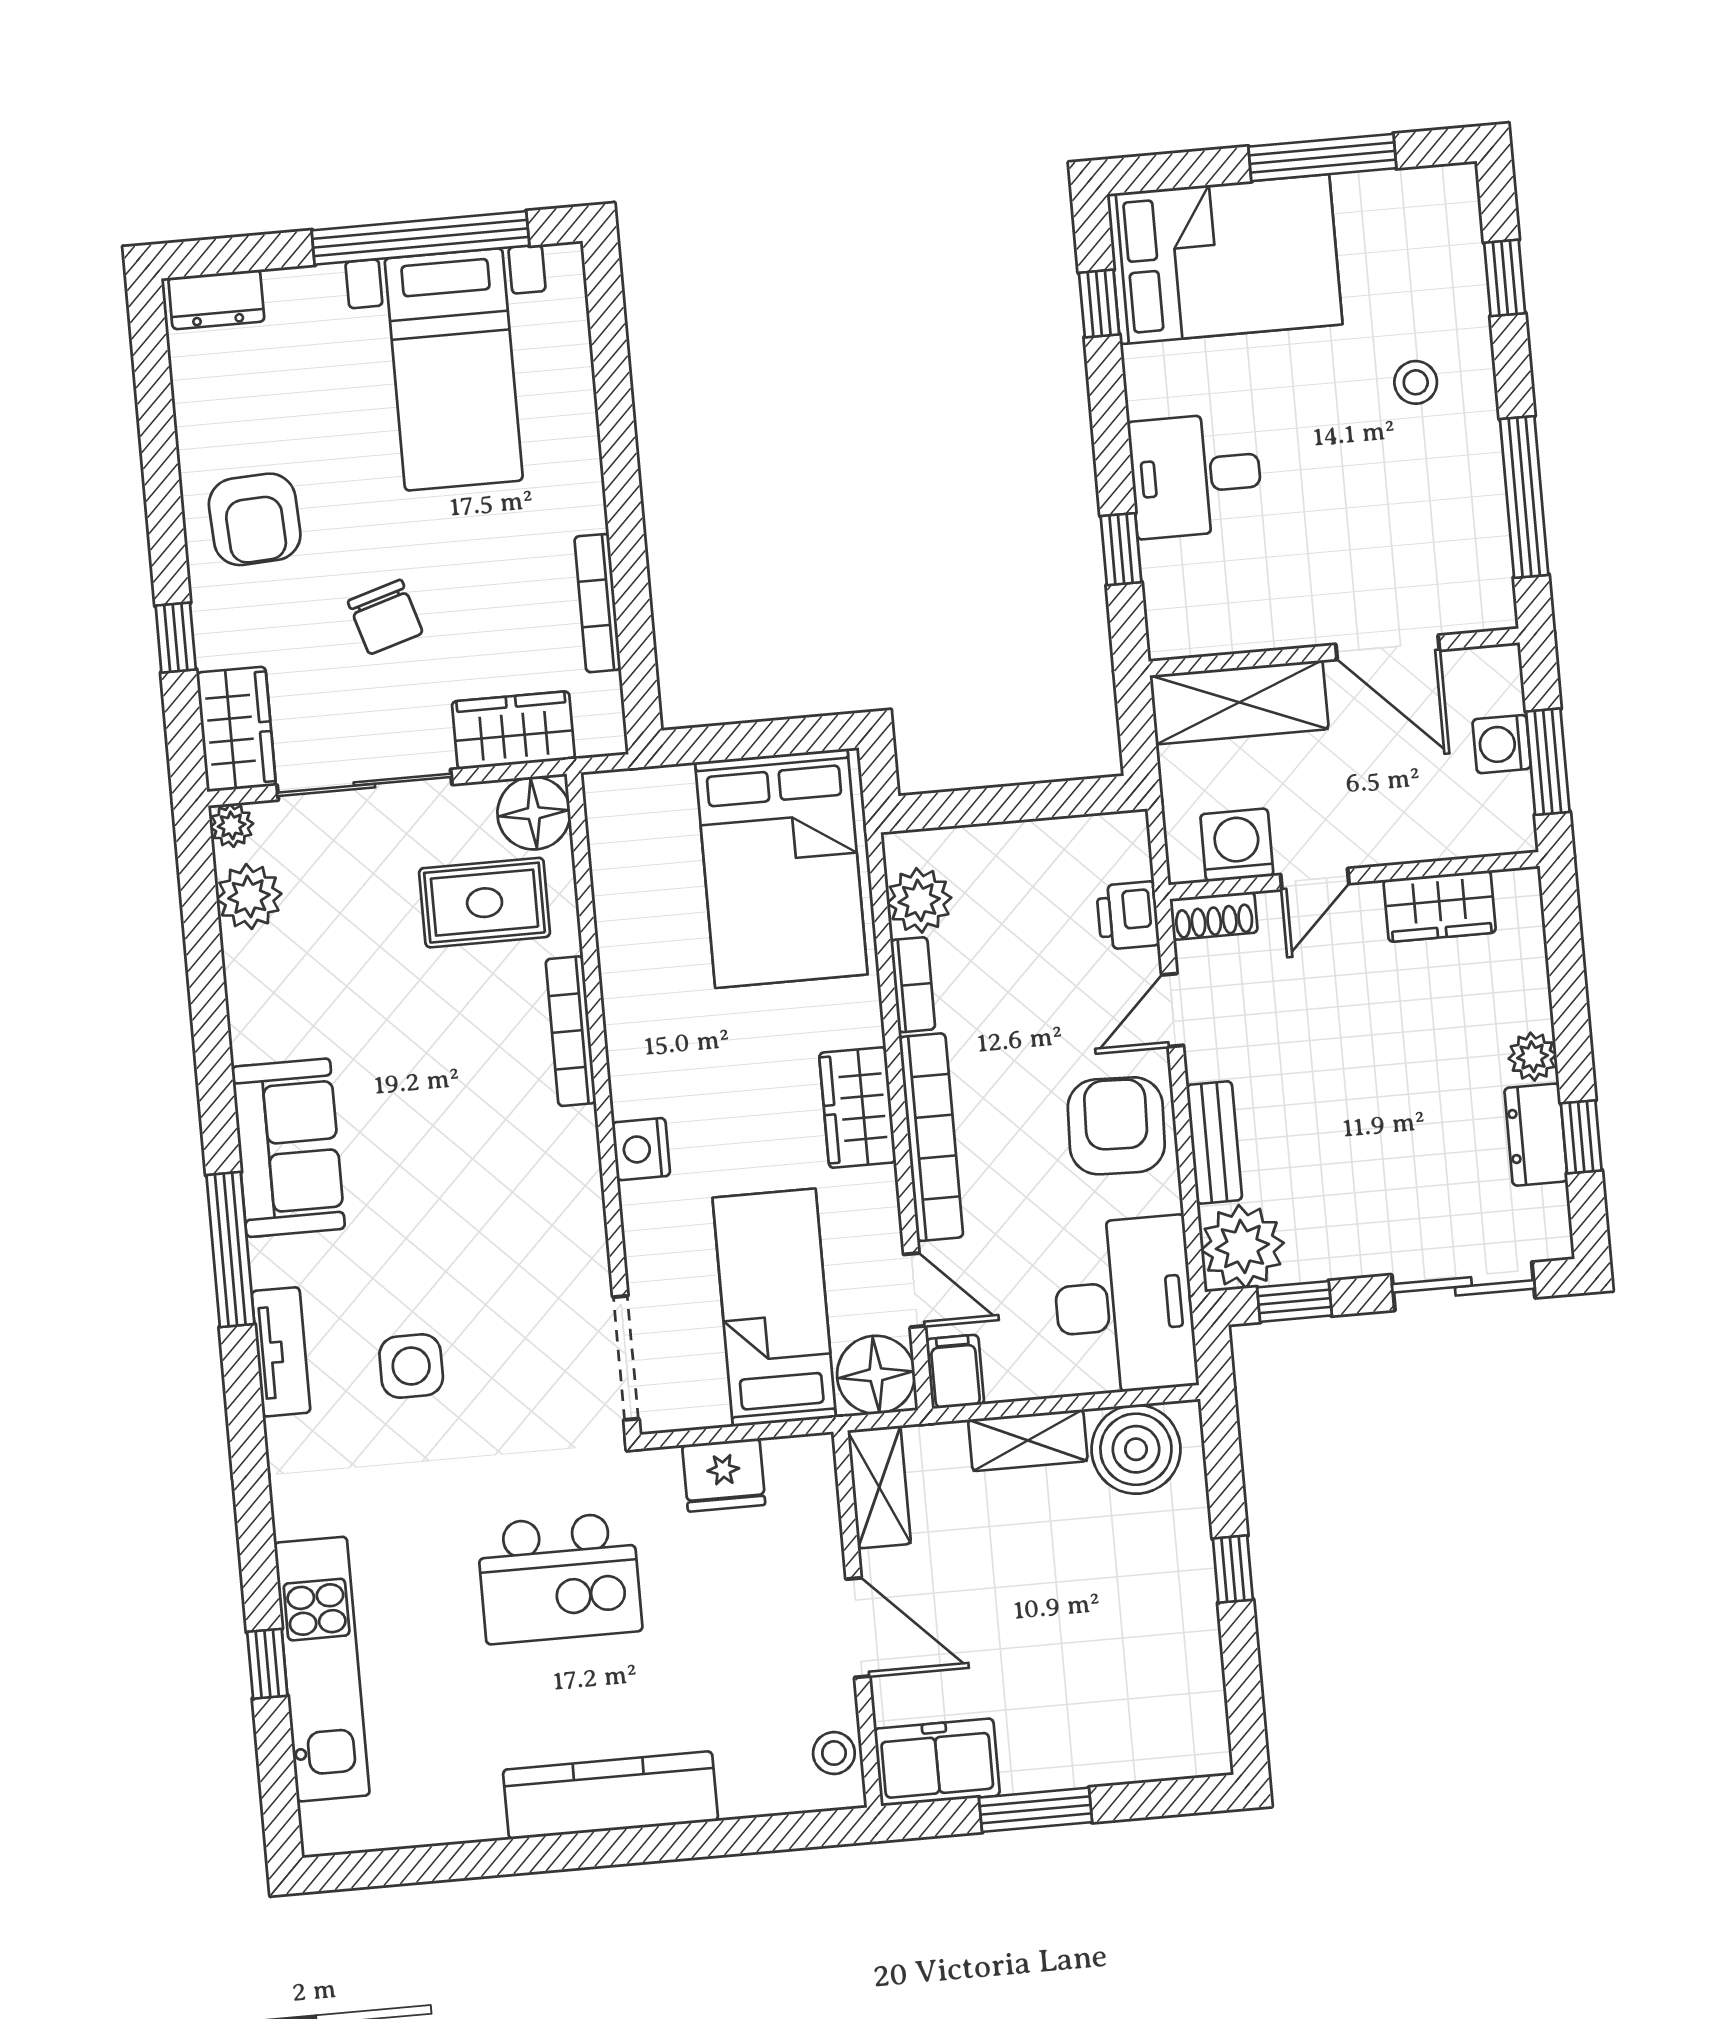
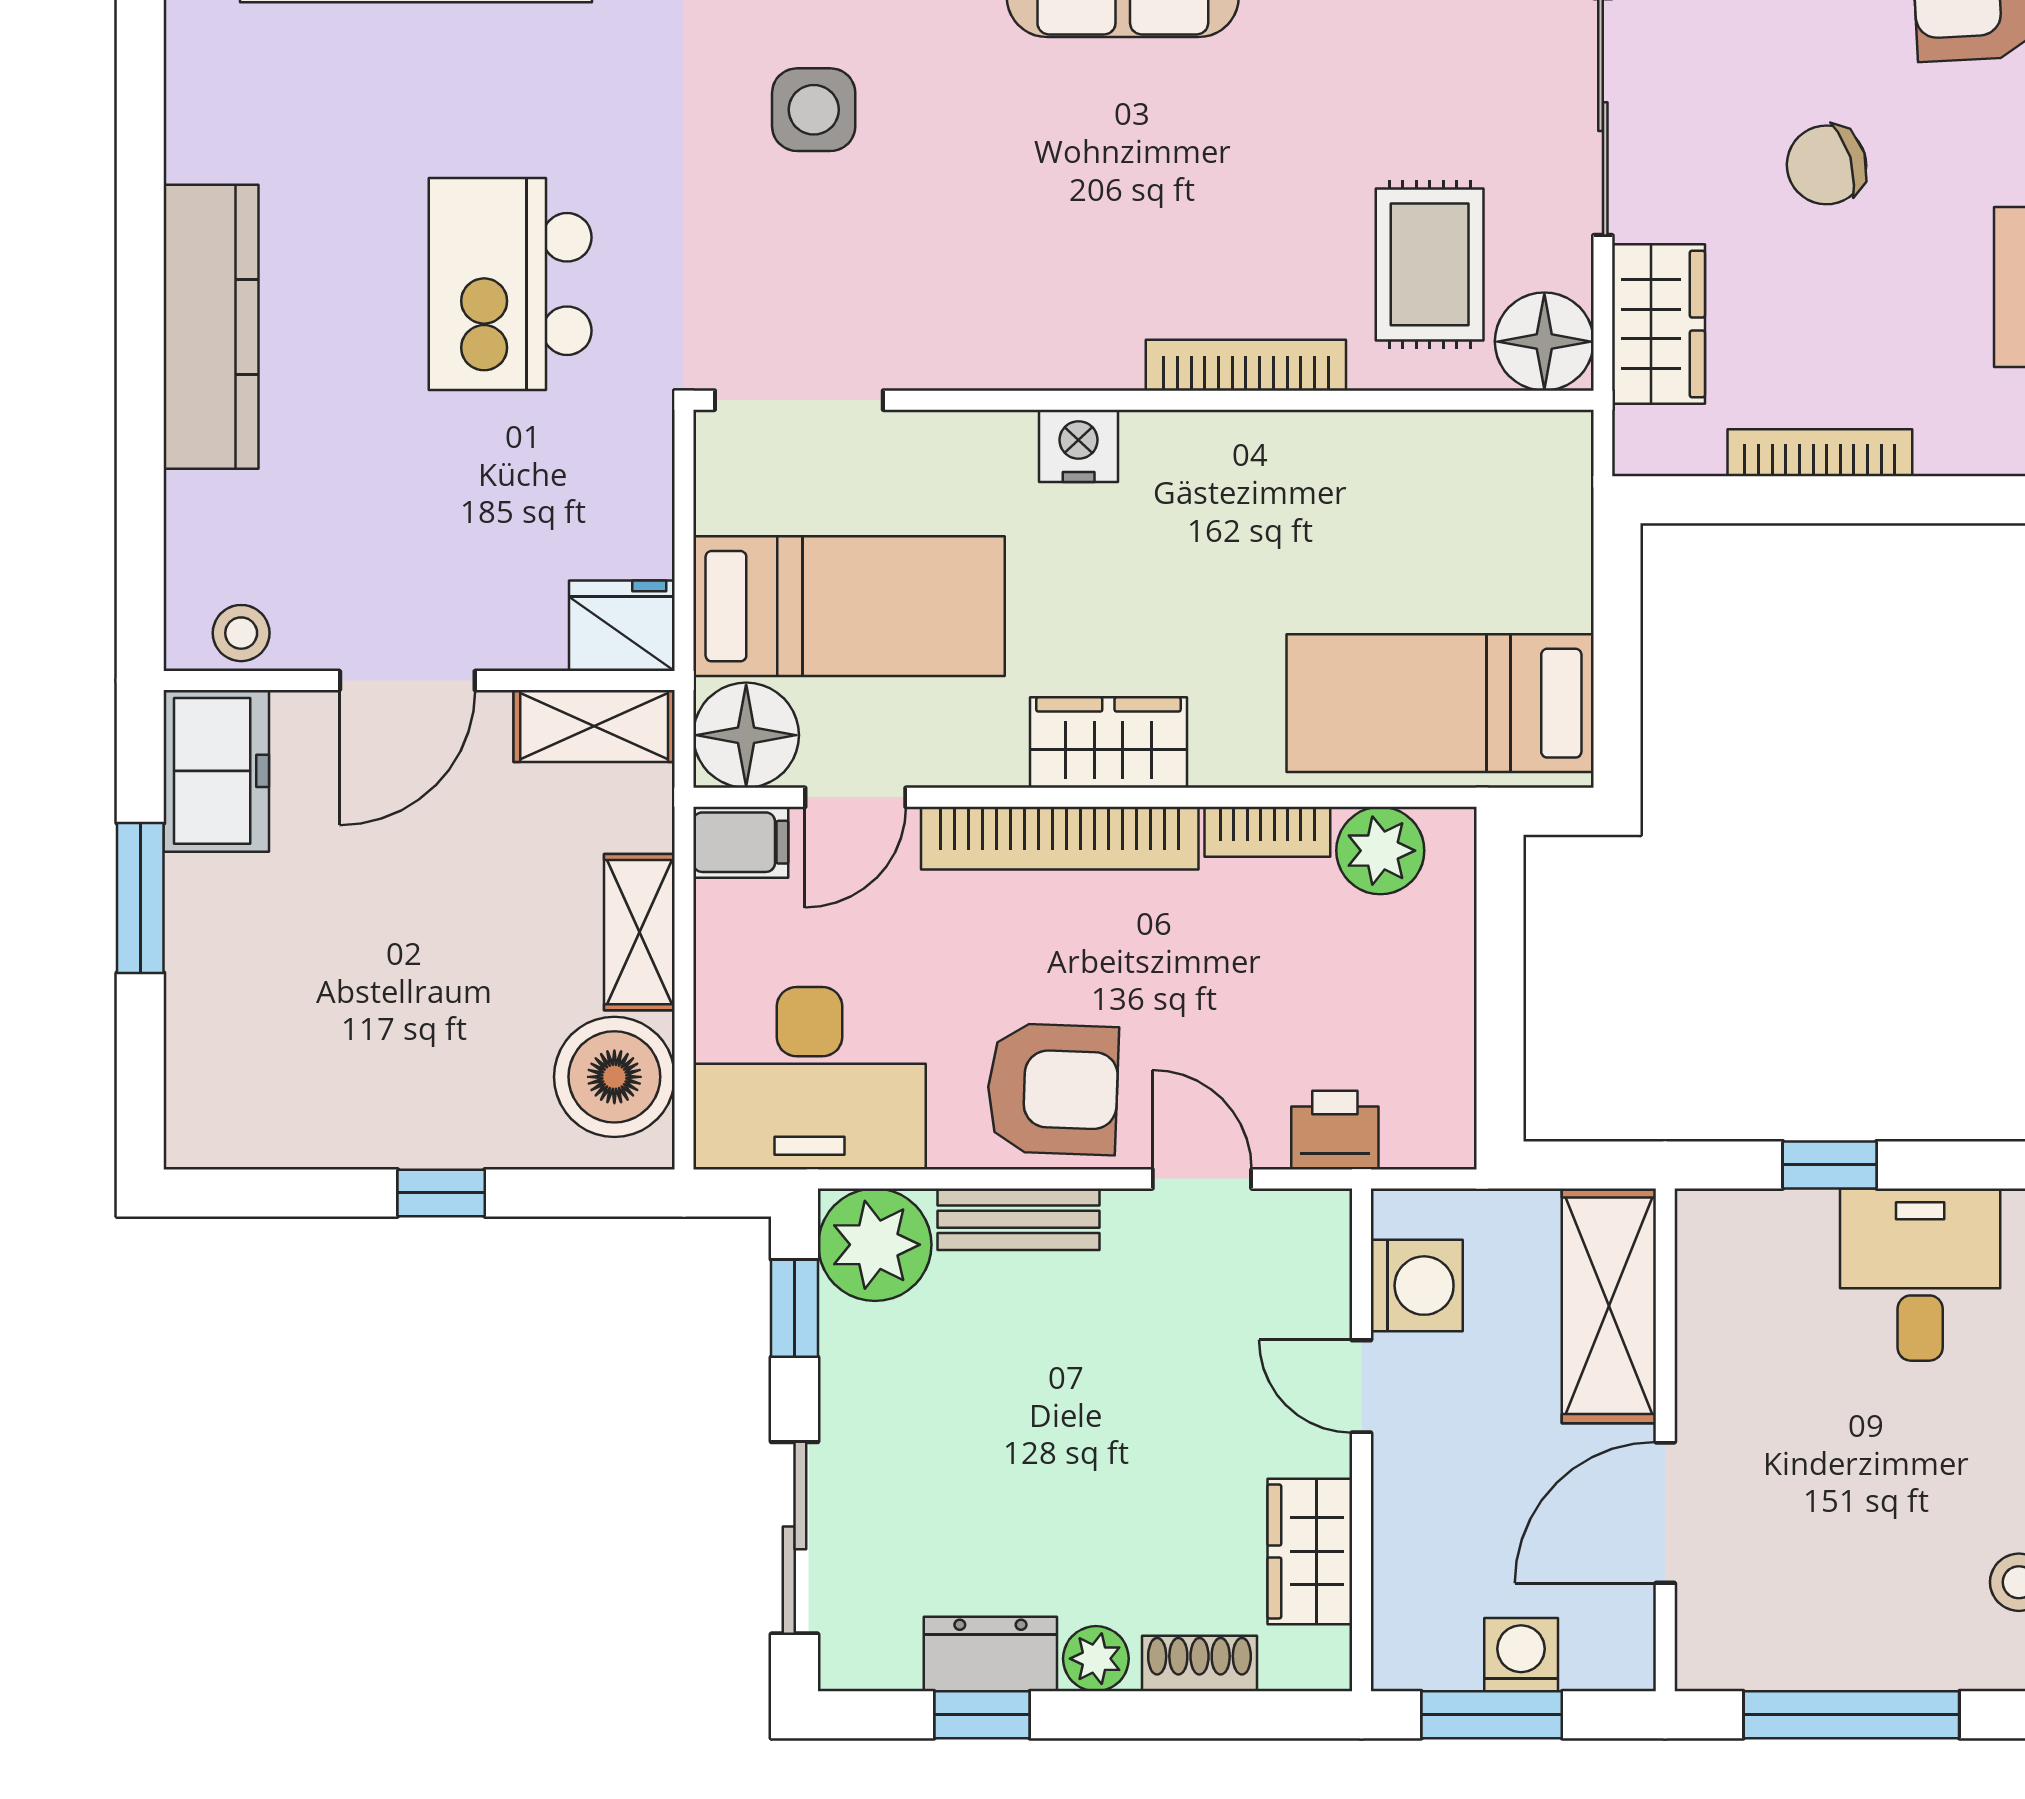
bed: (781, 868) -> (1440, 703), width x0.67
shoe rack: (1214, 916) -> (1199, 1663), moved, turned 90
fridge: (724, 1475) -> (622, 626), moved, turned 90

